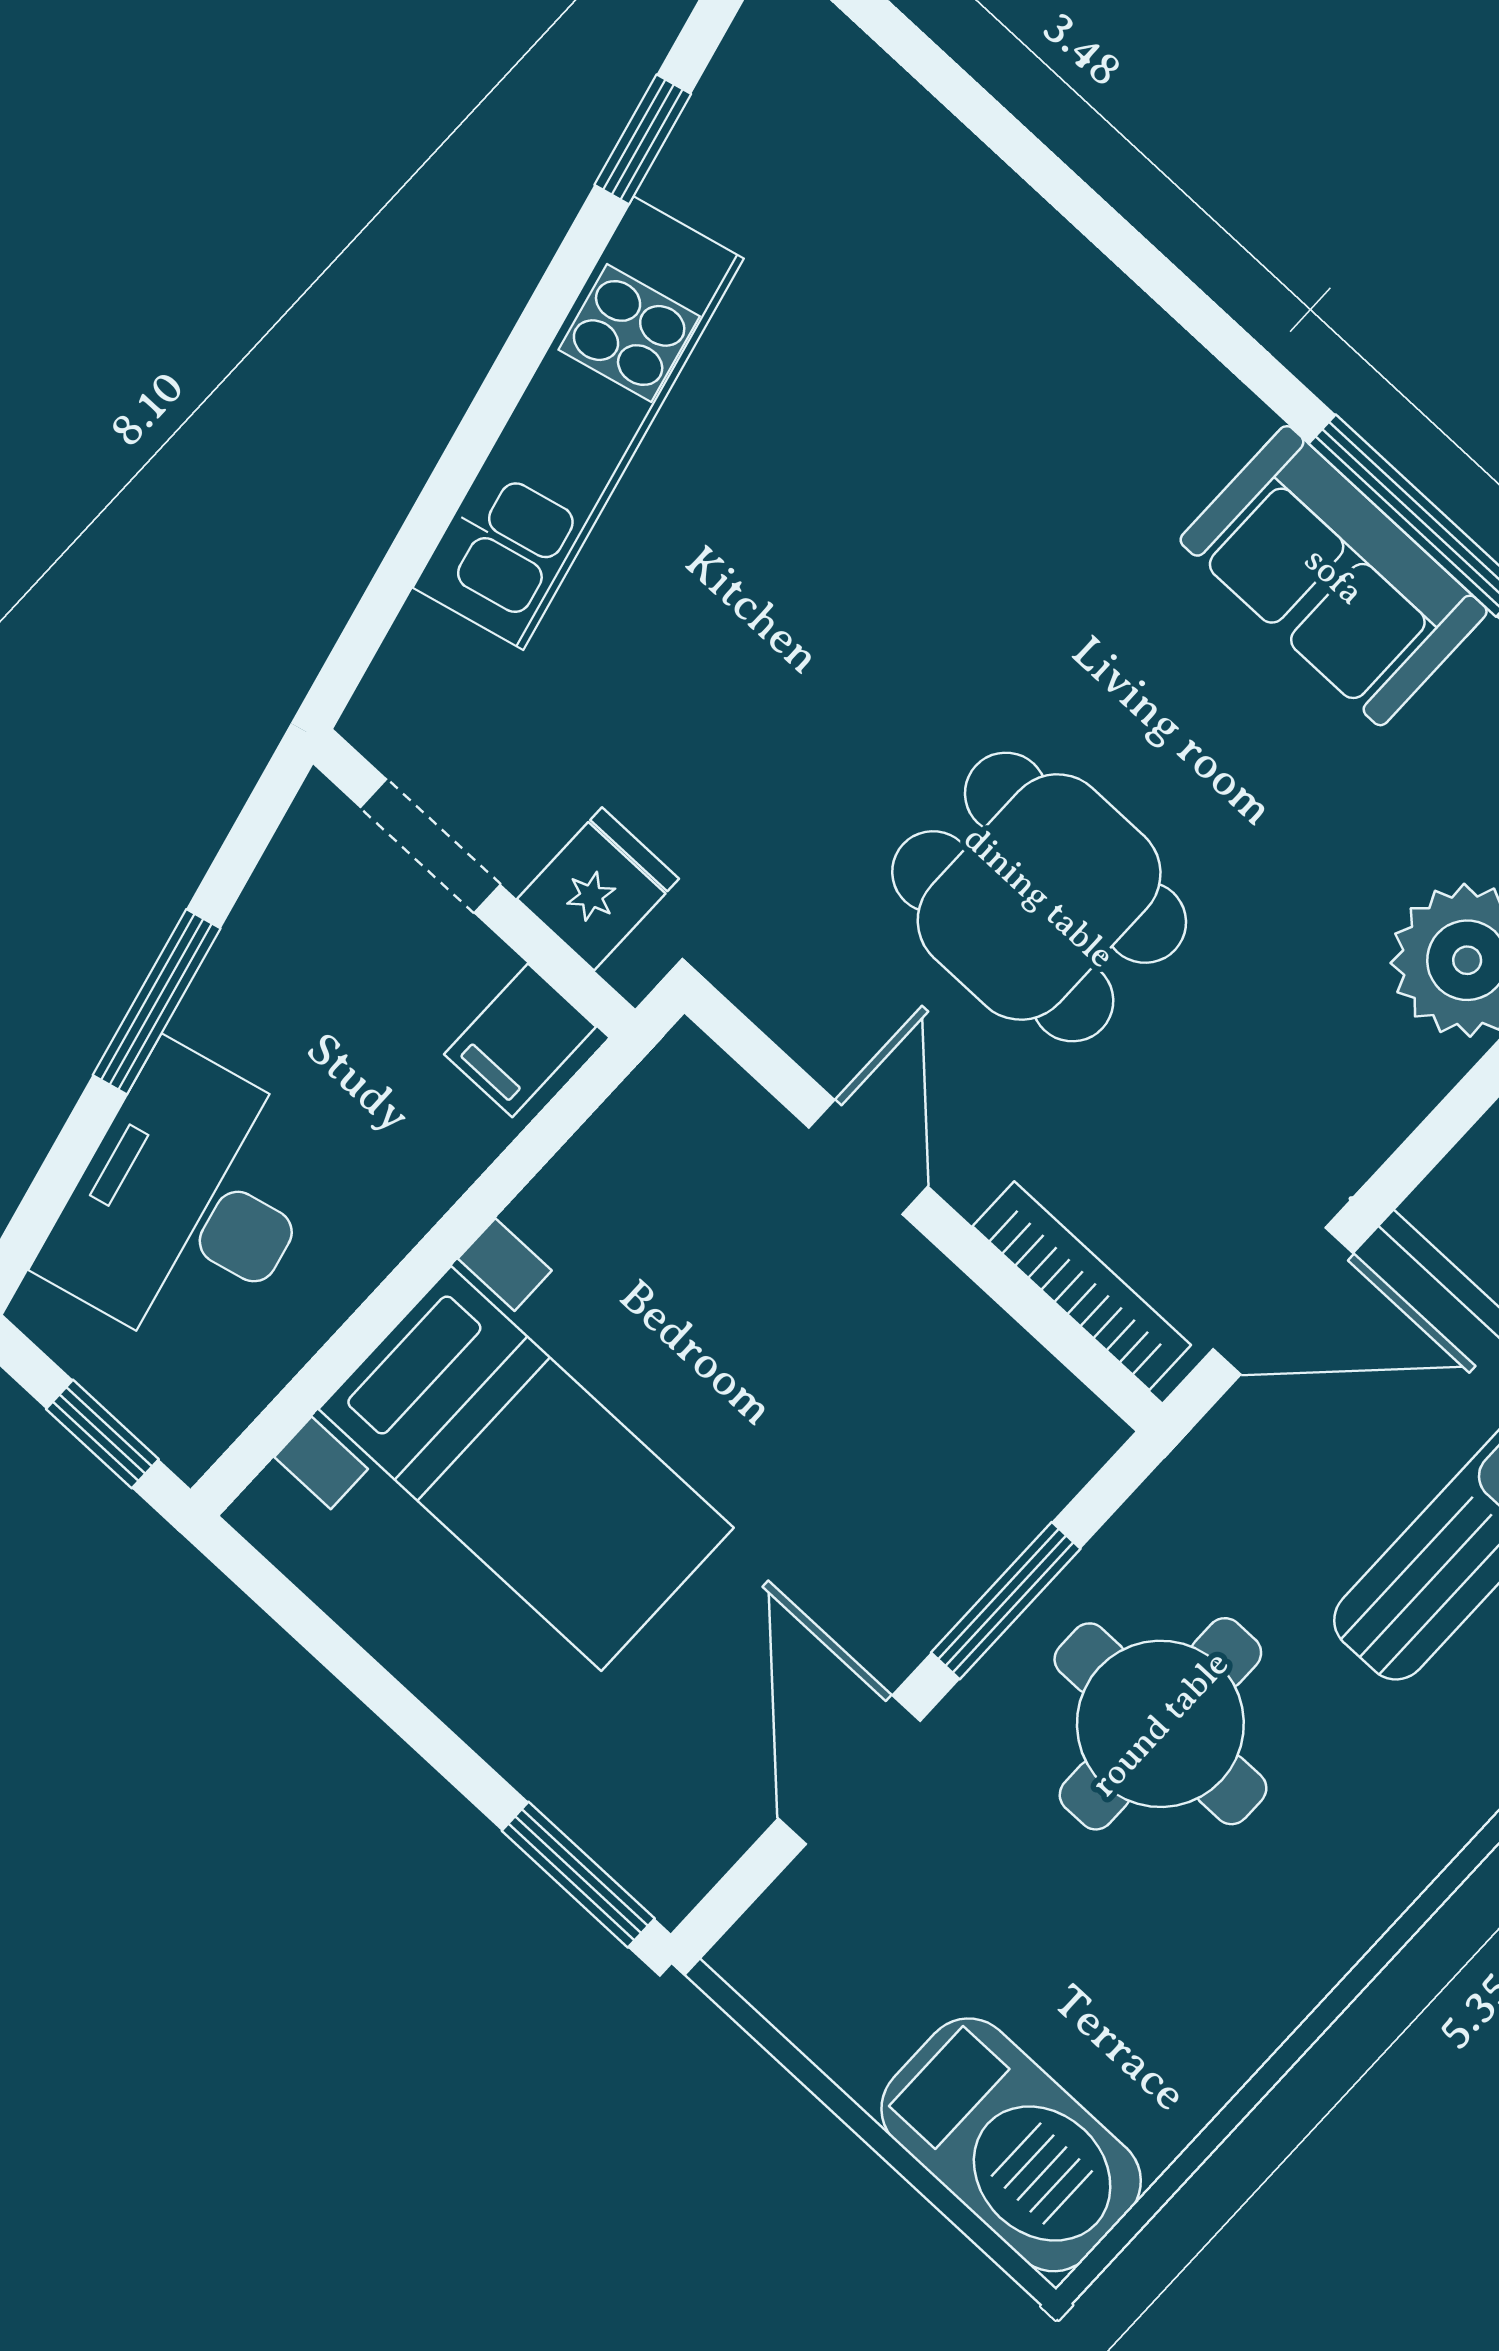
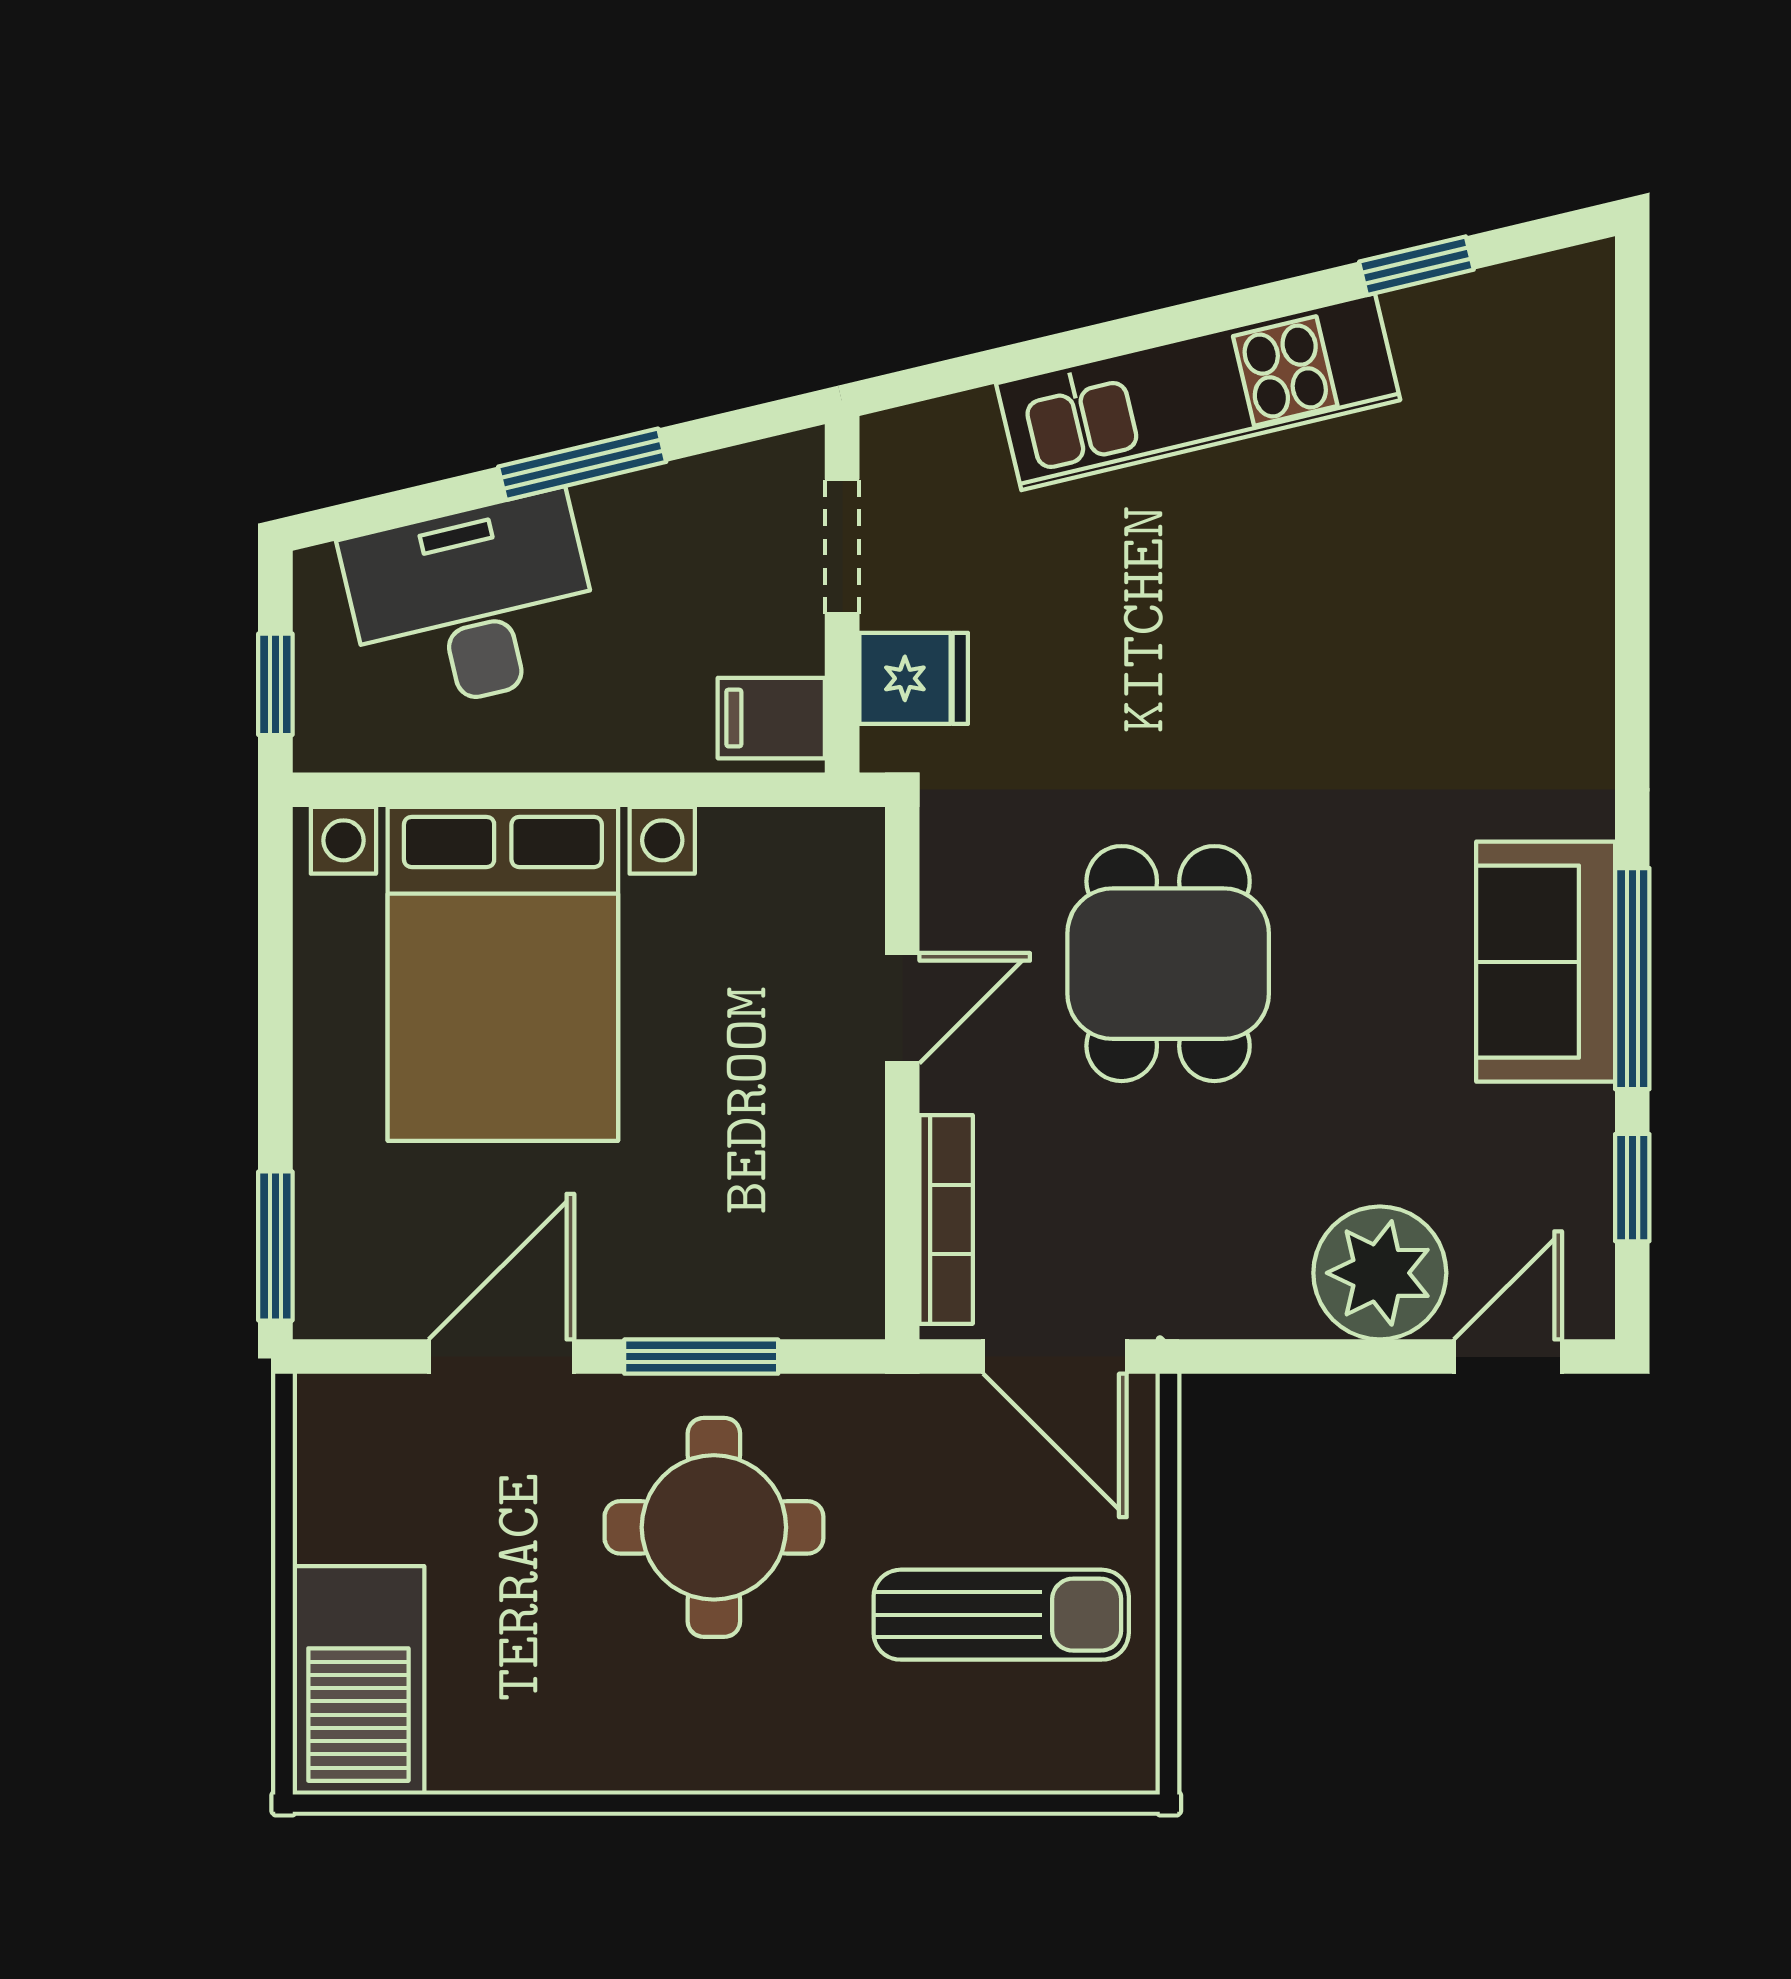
bed with nightstands: (526, 1468) -> (503, 974), width x1.36

